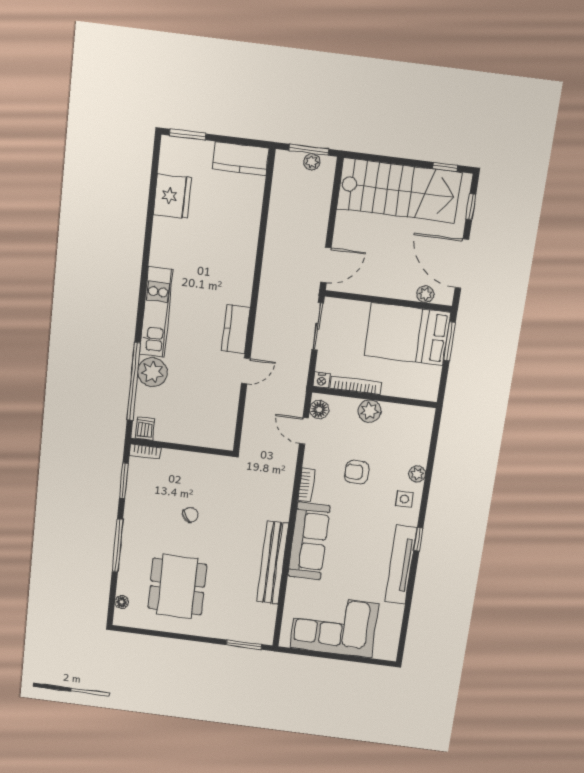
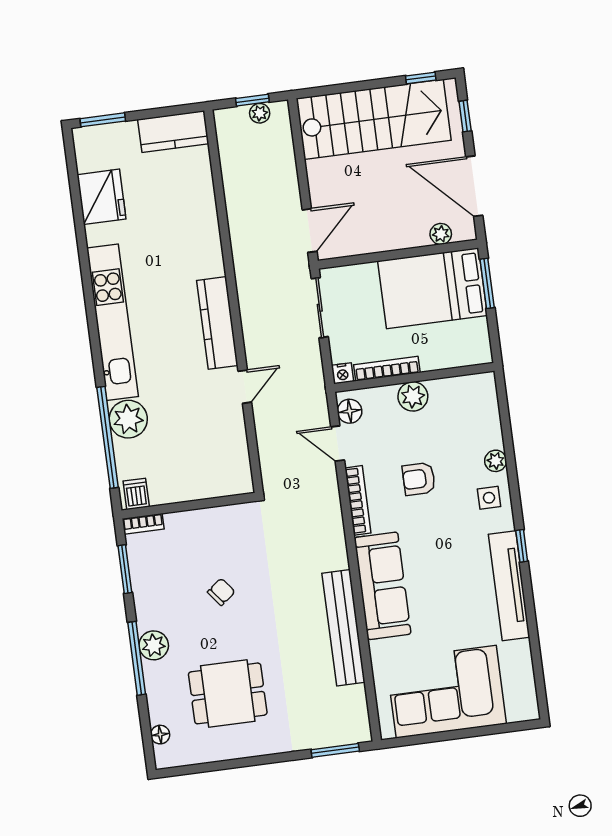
window: (309, 150) -> (252, 100), width x0.67
kitchen unit: (156, 312) -> (112, 322), width x1.36
kitchen counter: (236, 329) -> (217, 323), width x1.50
bookcase: (306, 485) -> (358, 500), width x1.56
plant: (132, 540) -> (154, 645), added
dining table: (177, 586) -> (228, 693), width x0.73

